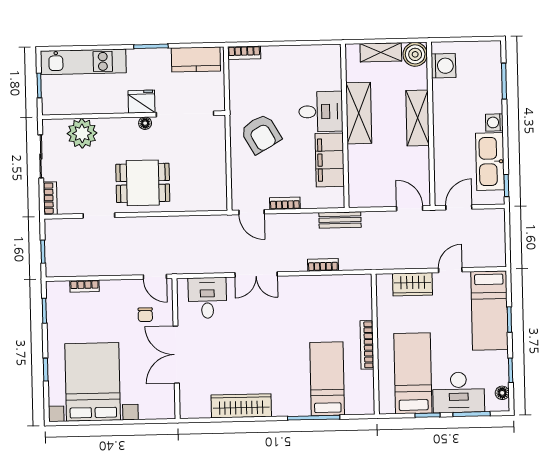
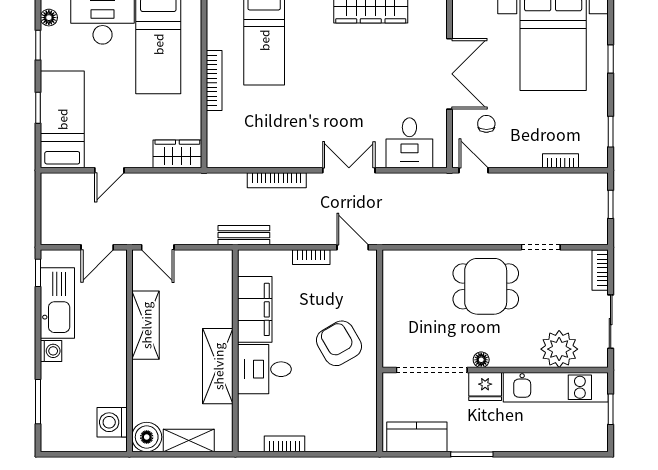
bookcase: (244, 53) -> (285, 444), moved
kitchen unit: (83, 62) -> (556, 387), moved, turned 180
shelving: (418, 118) -> (146, 325), moved
bookcase: (323, 265) -> (277, 180), width x1.56
wardrobe: (413, 284) -> (177, 154), moved

